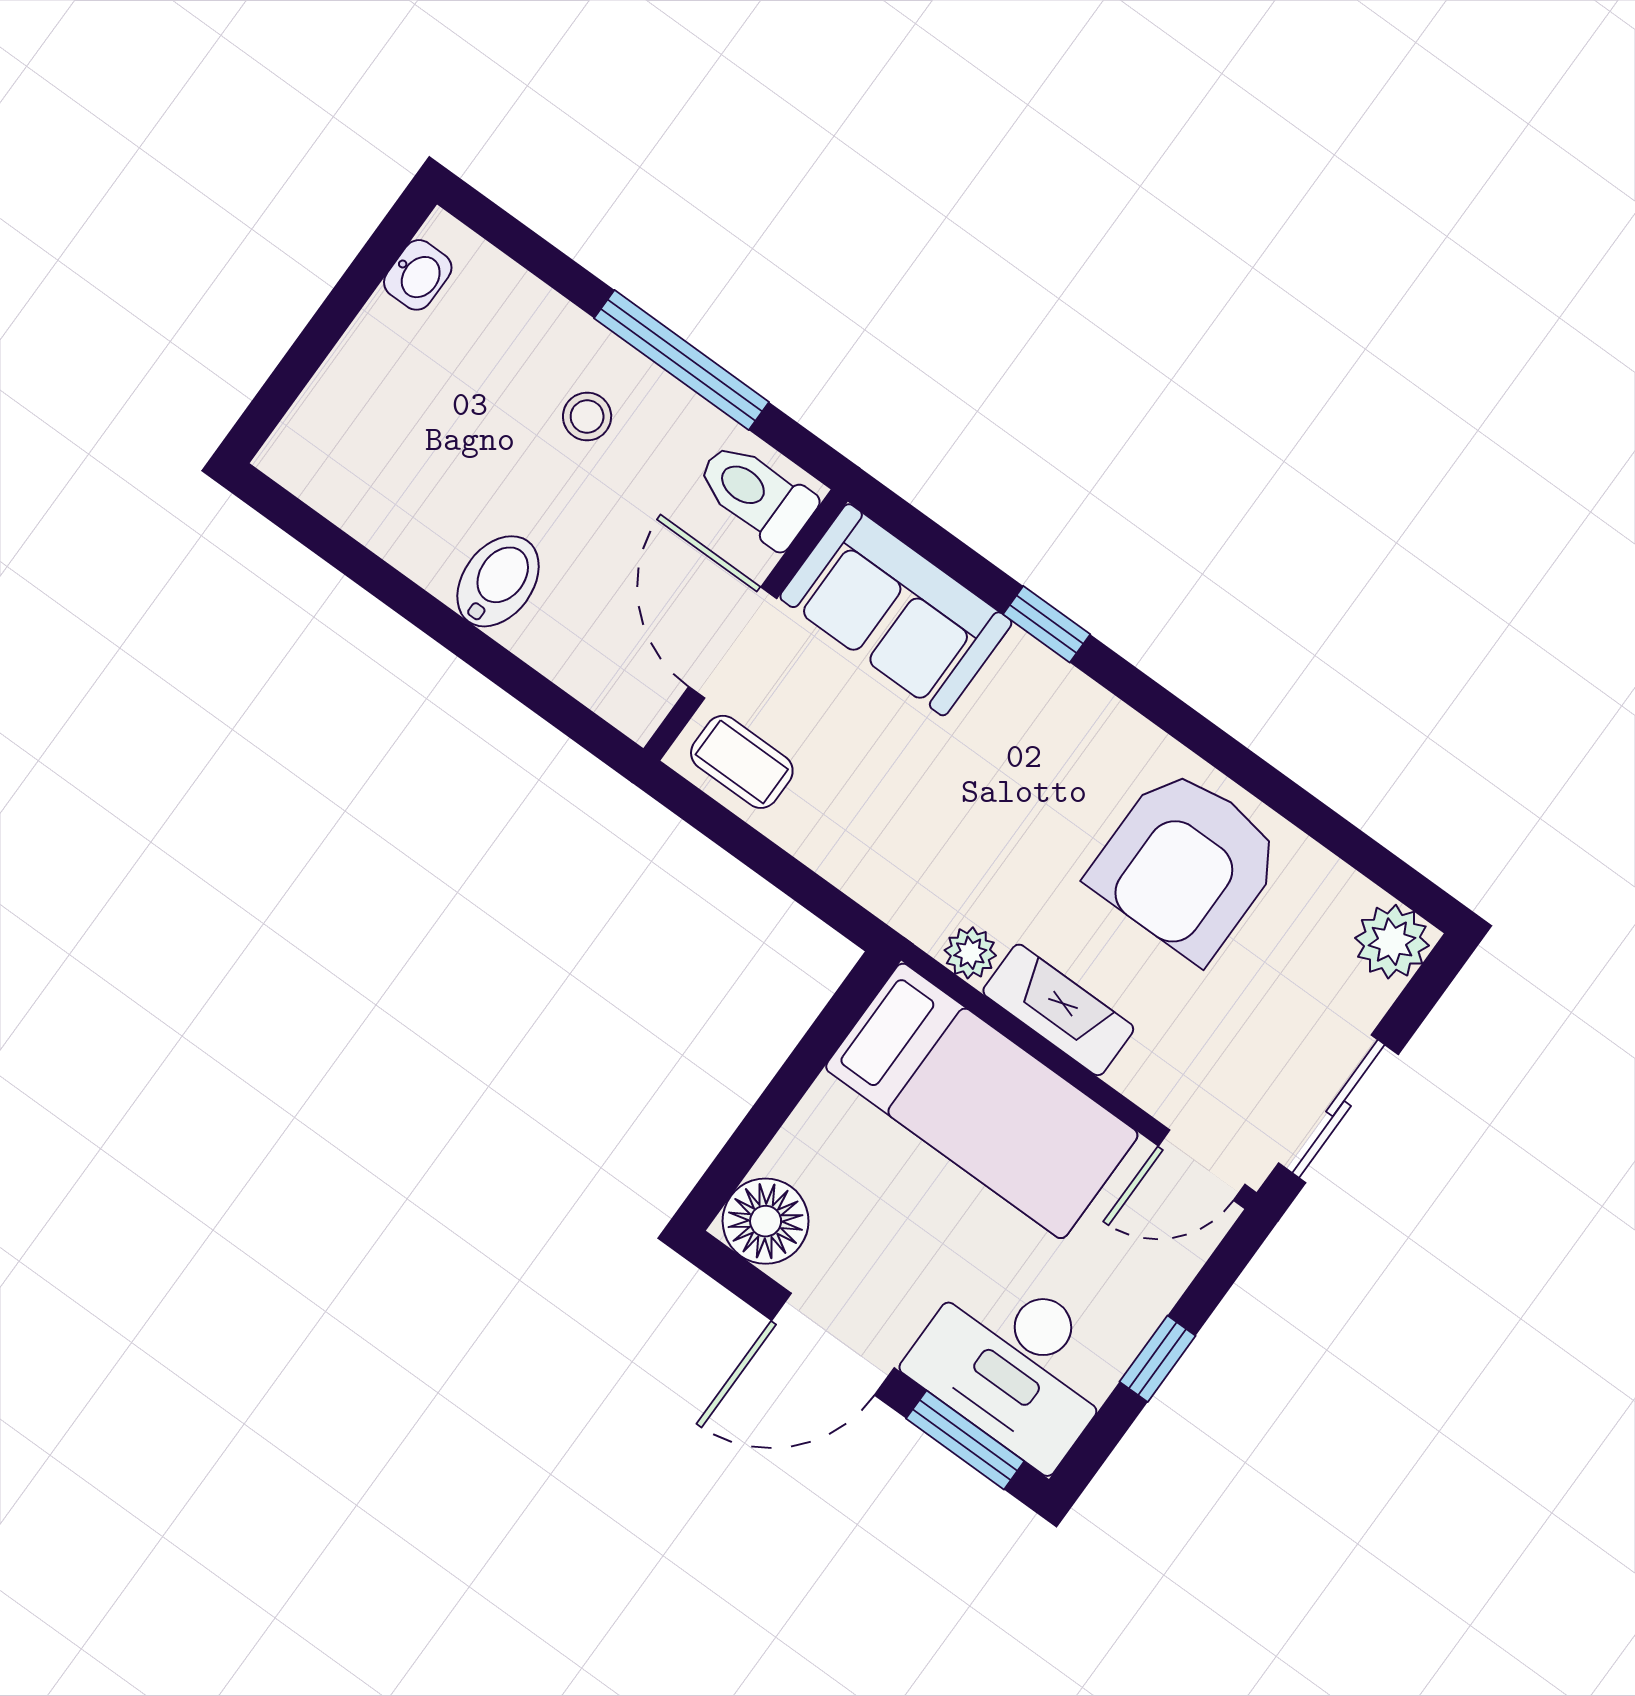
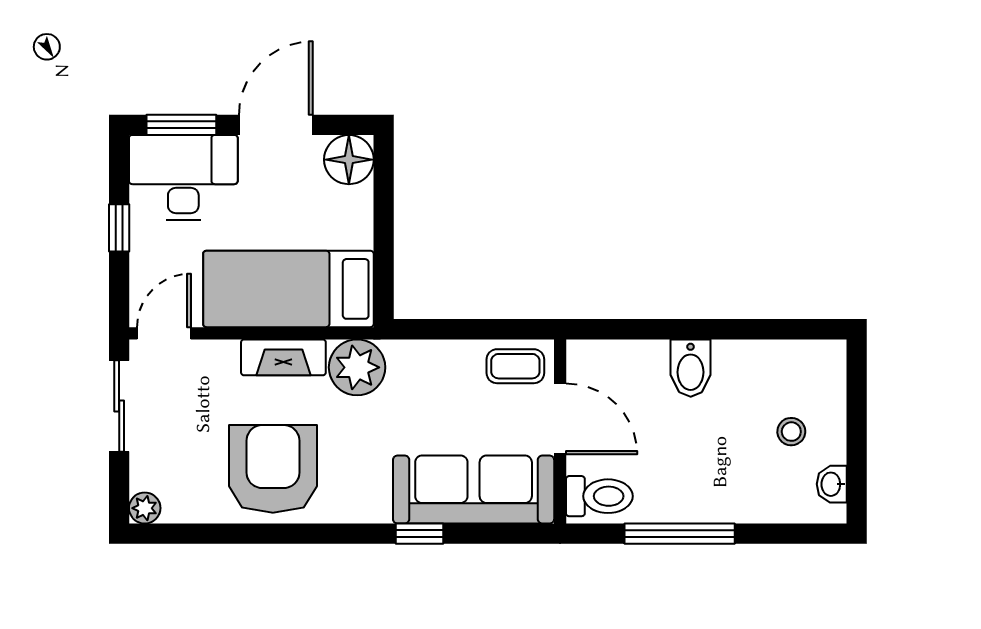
stool: (587, 417) -> (791, 432), moved
sofa: (896, 610) -> (474, 489), width x1.36
plant: (1392, 942) -> (145, 508), width x0.73, depth x0.73
plant: (970, 953) -> (357, 367), width x1.87, depth x1.87

